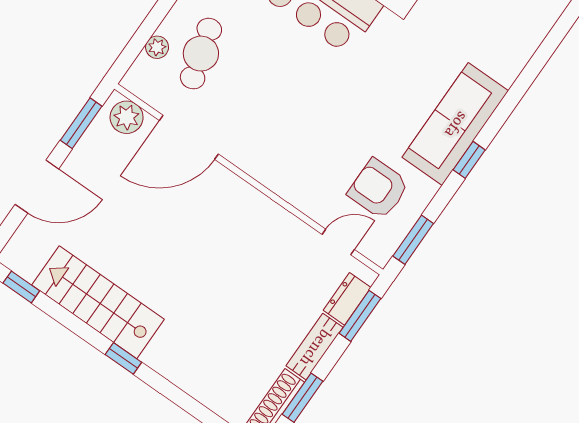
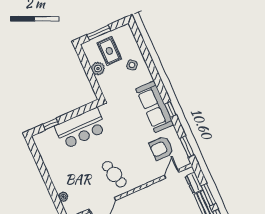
side table: (513, 26) -> (132, 65), added
cafe table: (201, 54) -> (114, 174), moved
window: (360, 316) -> (208, 195), moved

